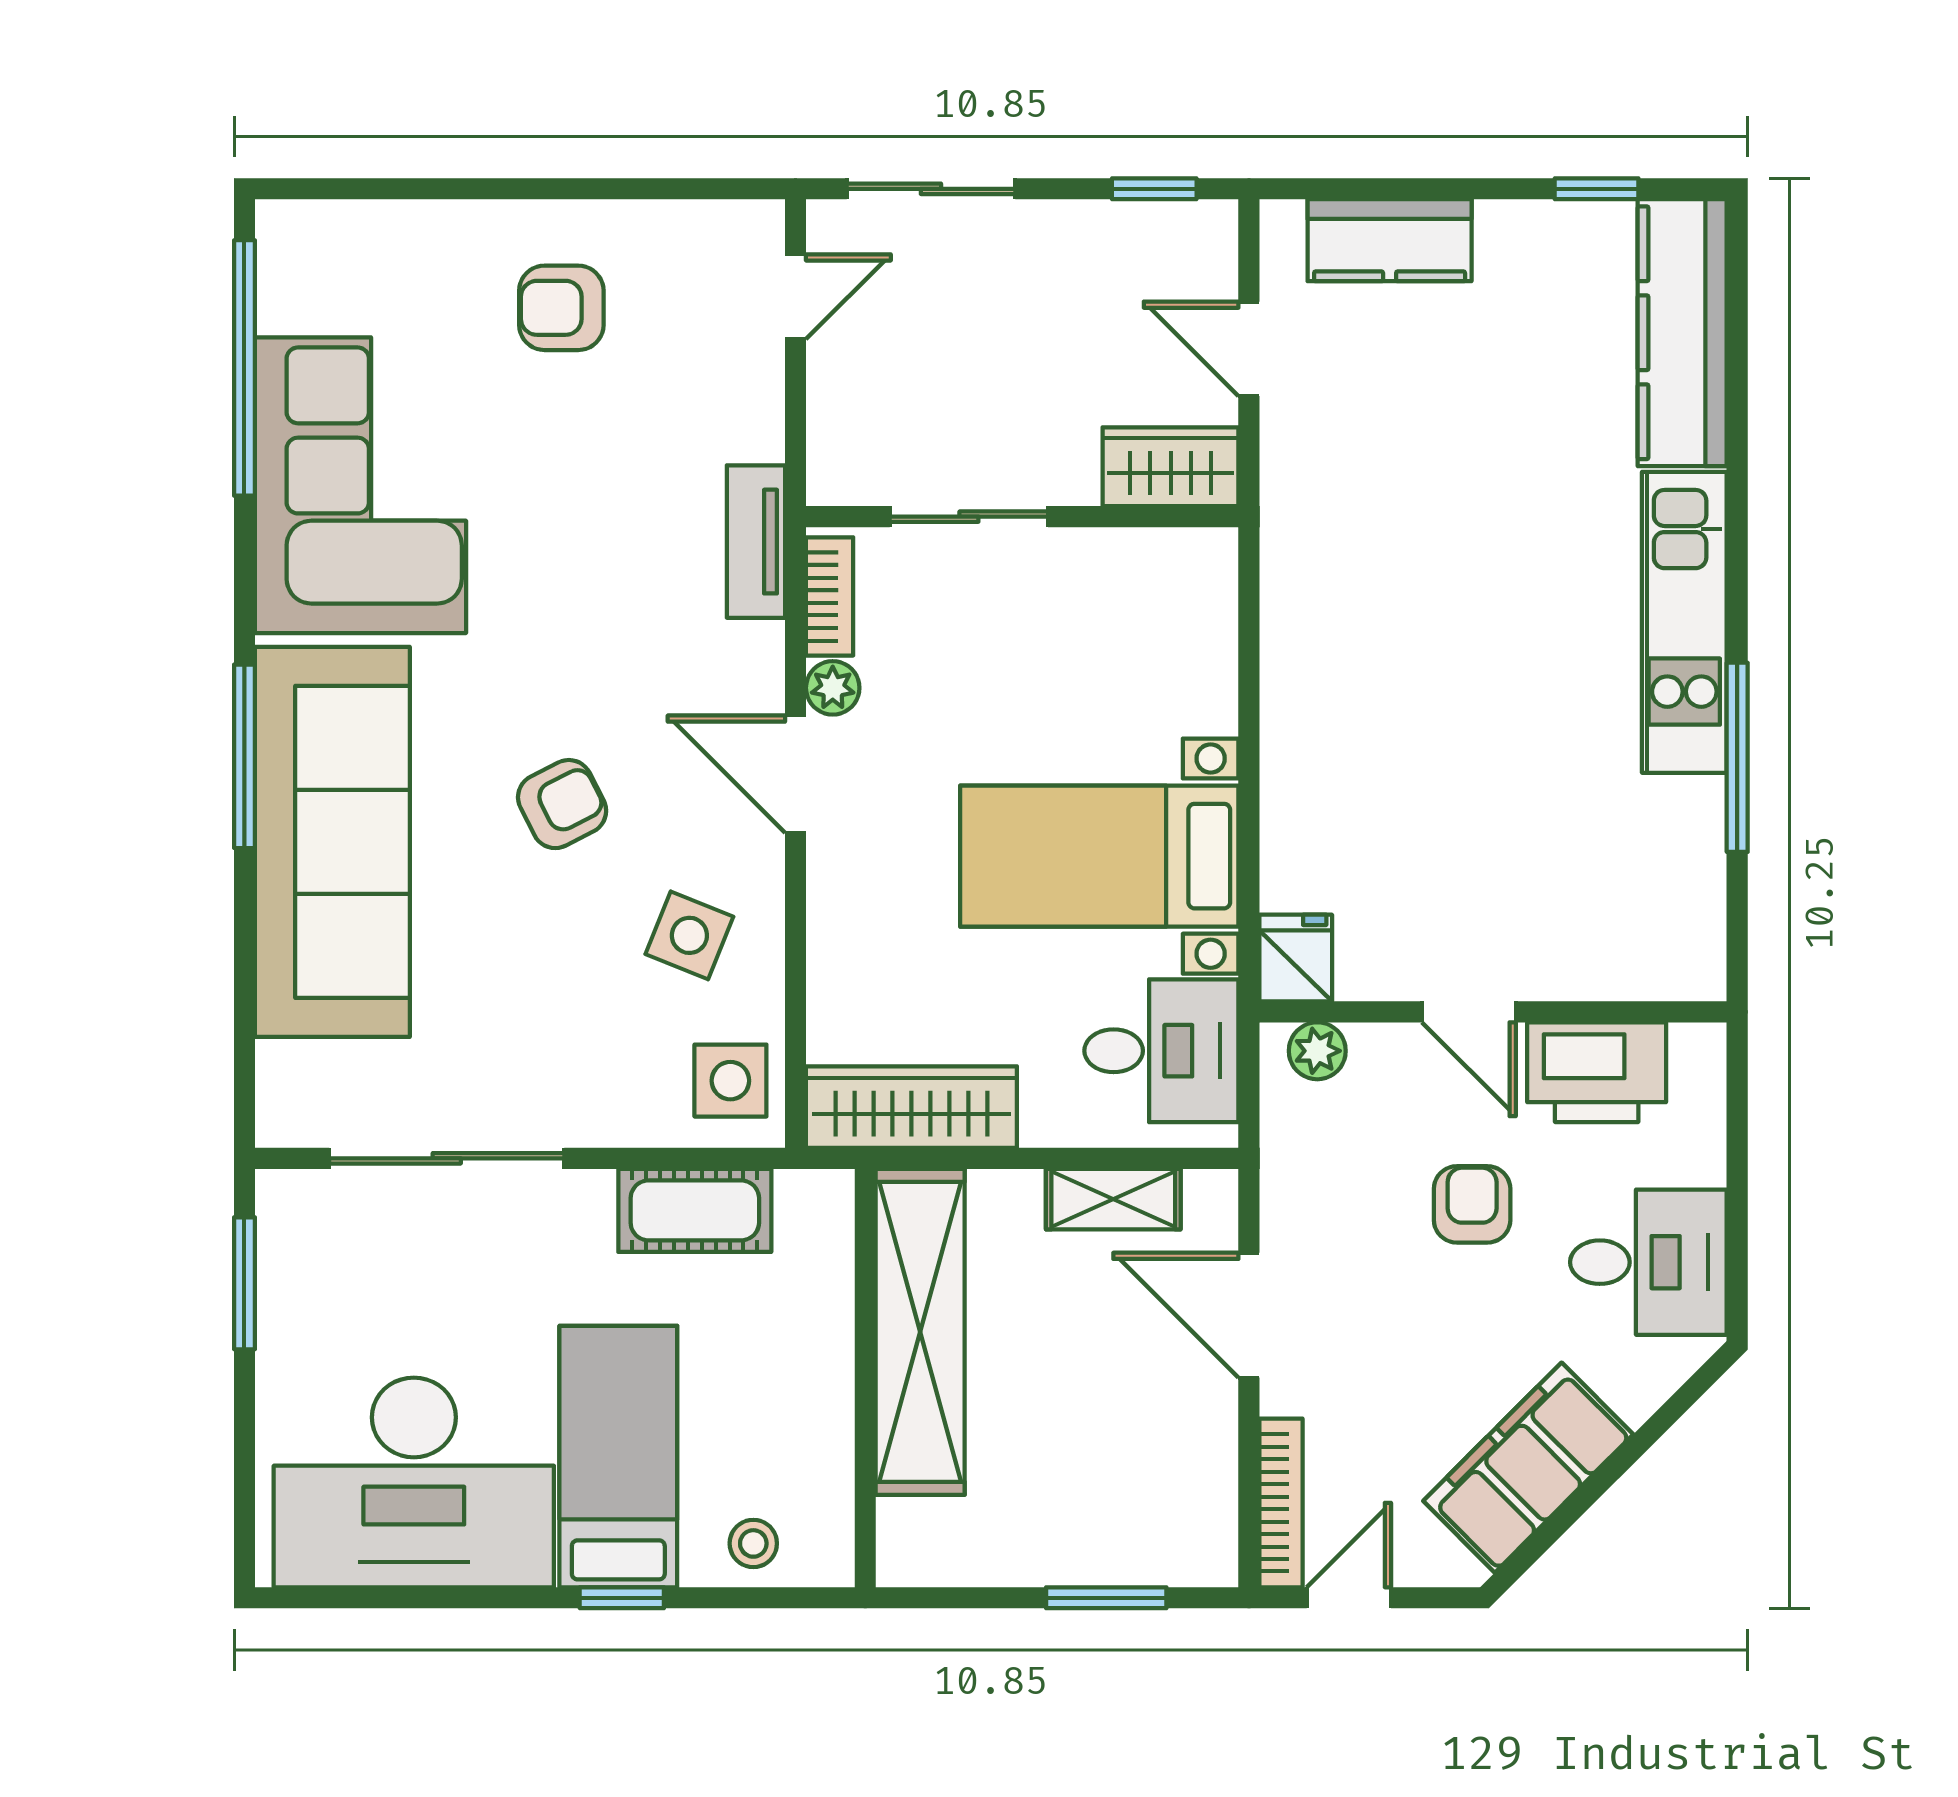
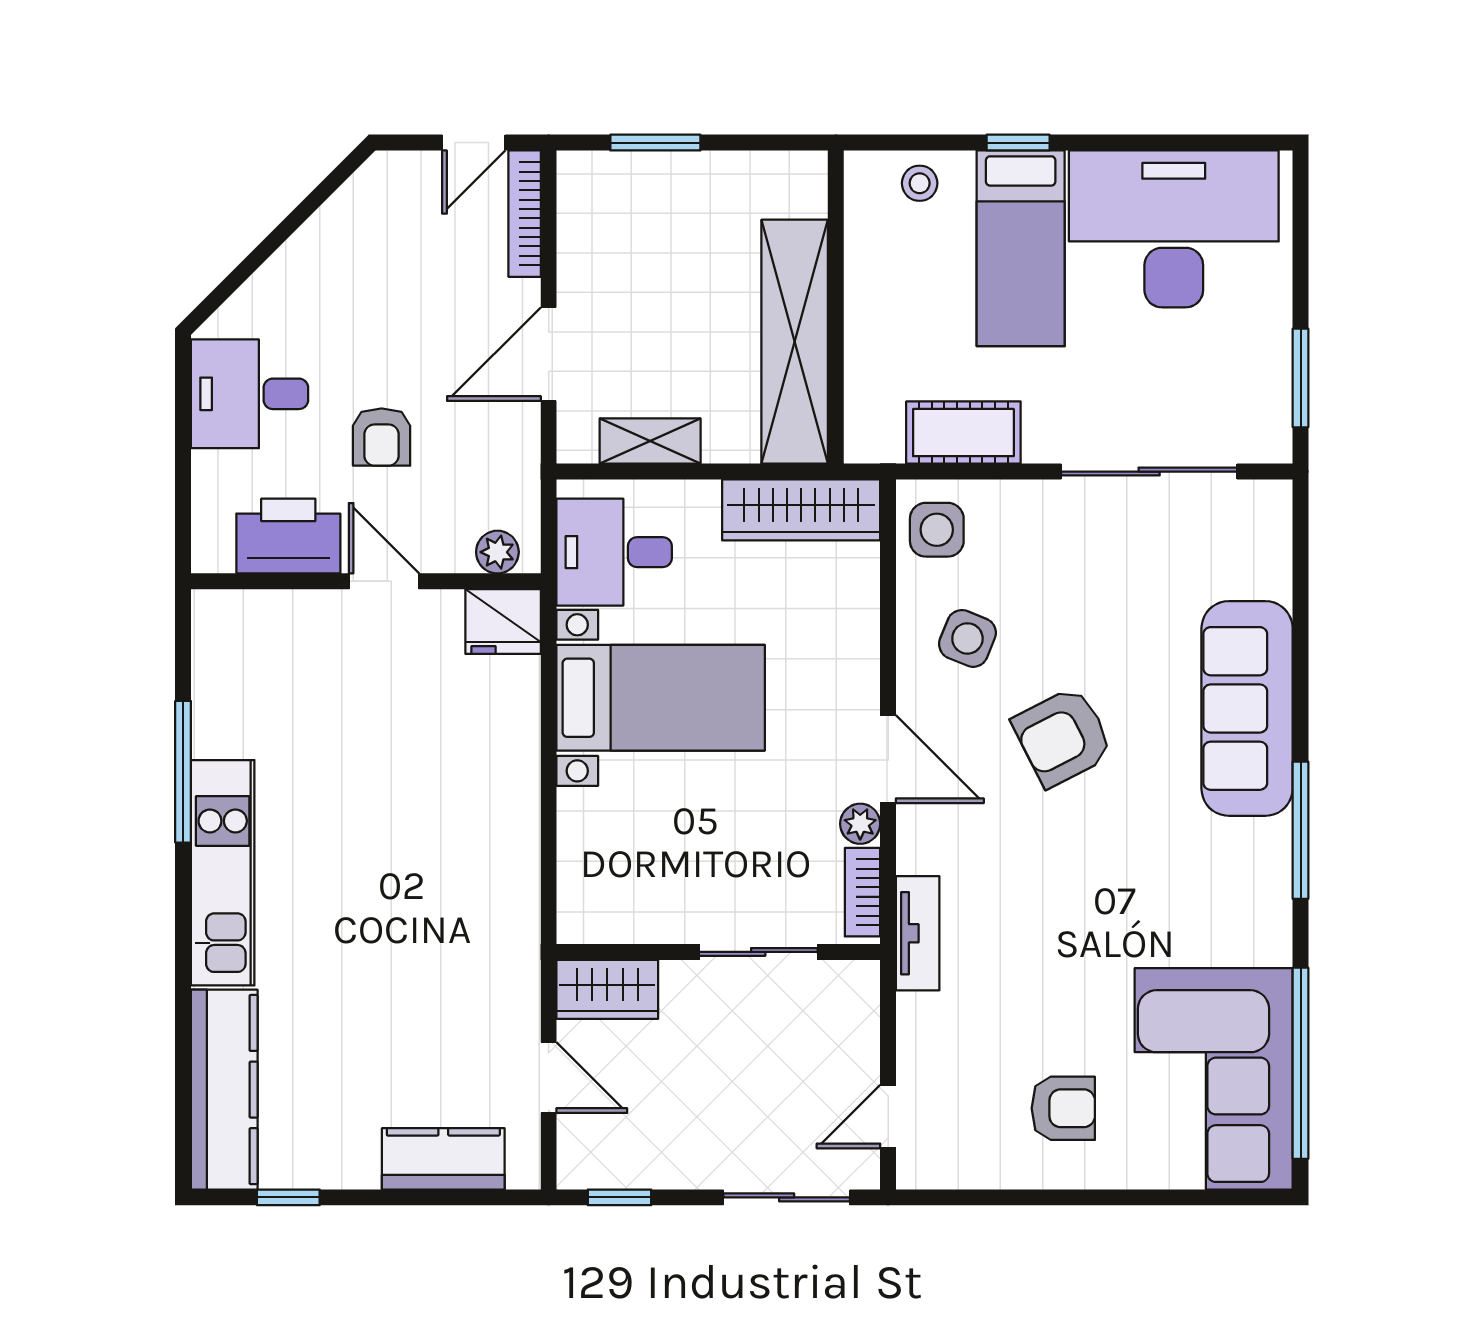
corner sofa: (360, 485) -> (1214, 1079), moved
window: (244, 756) -> (1301, 830), moved
armchair: (562, 804) -> (1063, 737), width x1.38, depth x1.38
sofa: (332, 842) -> (1247, 708), width x0.74, depth x0.79
fridge: (1296, 958) -> (503, 621), width x1.38
door: (1249, 1315) -> (549, 354), swing flipped
filing cabinet: (1528, 1468) -> (340, 240), removed

